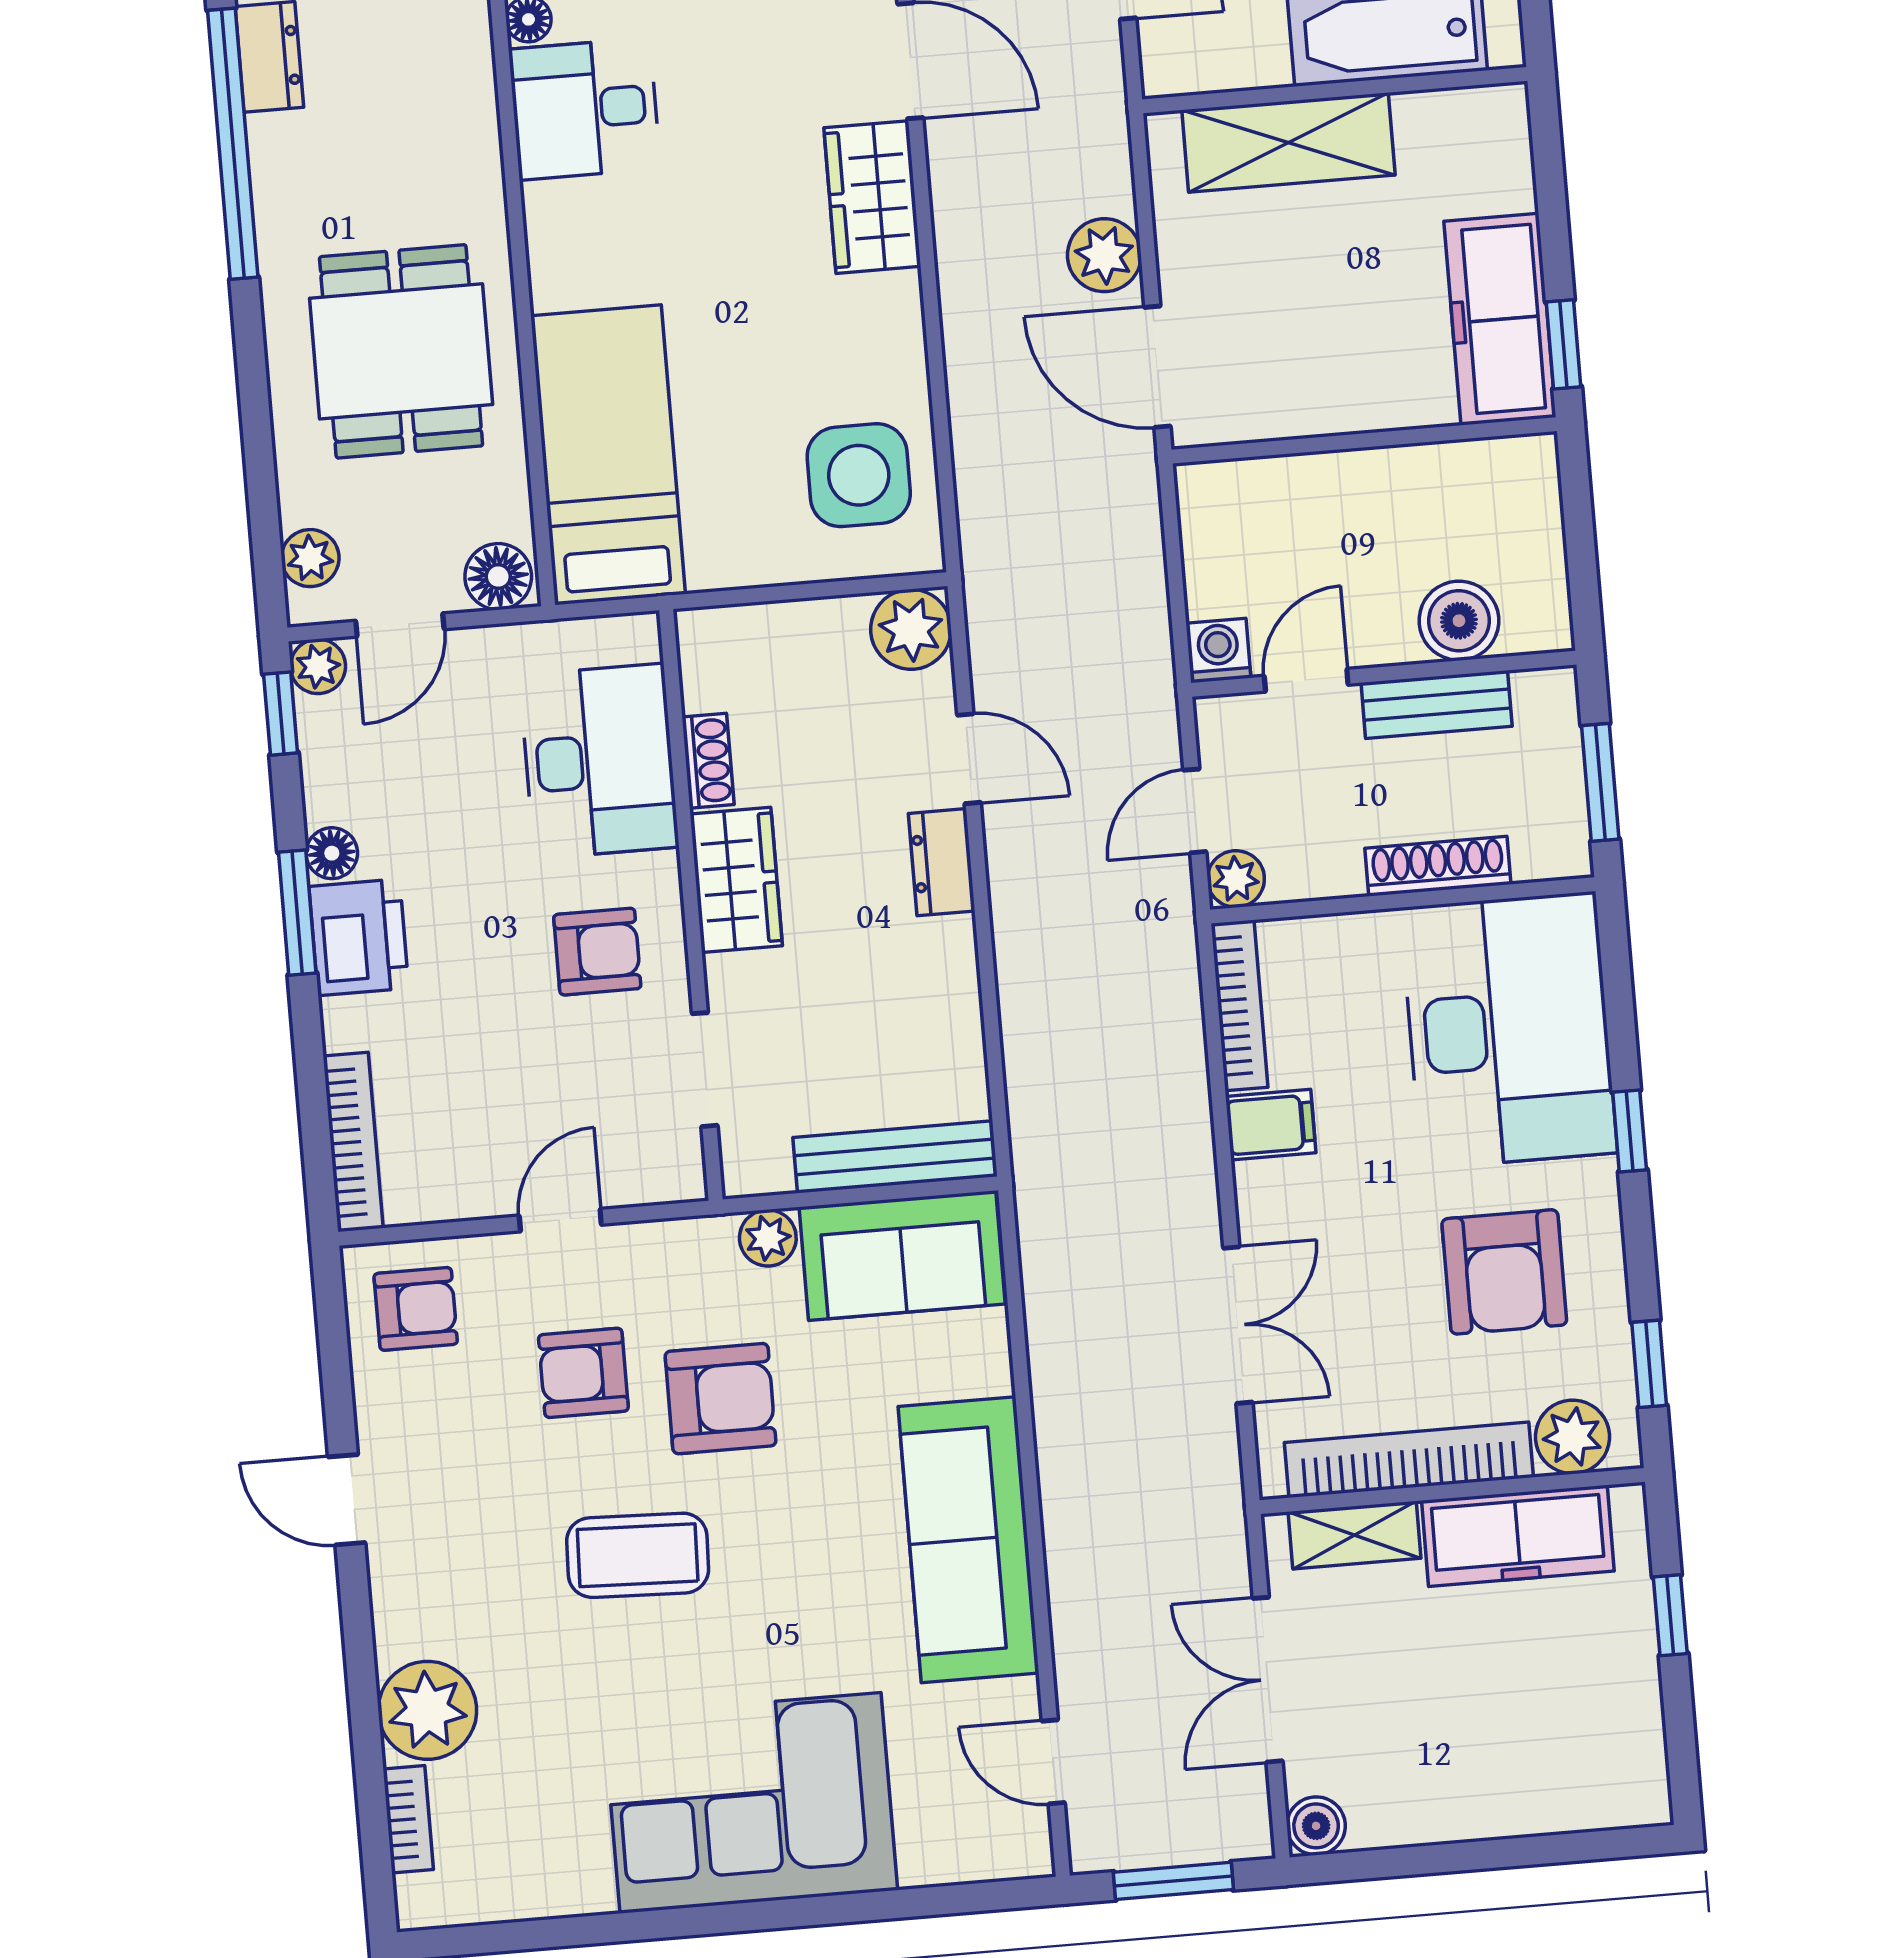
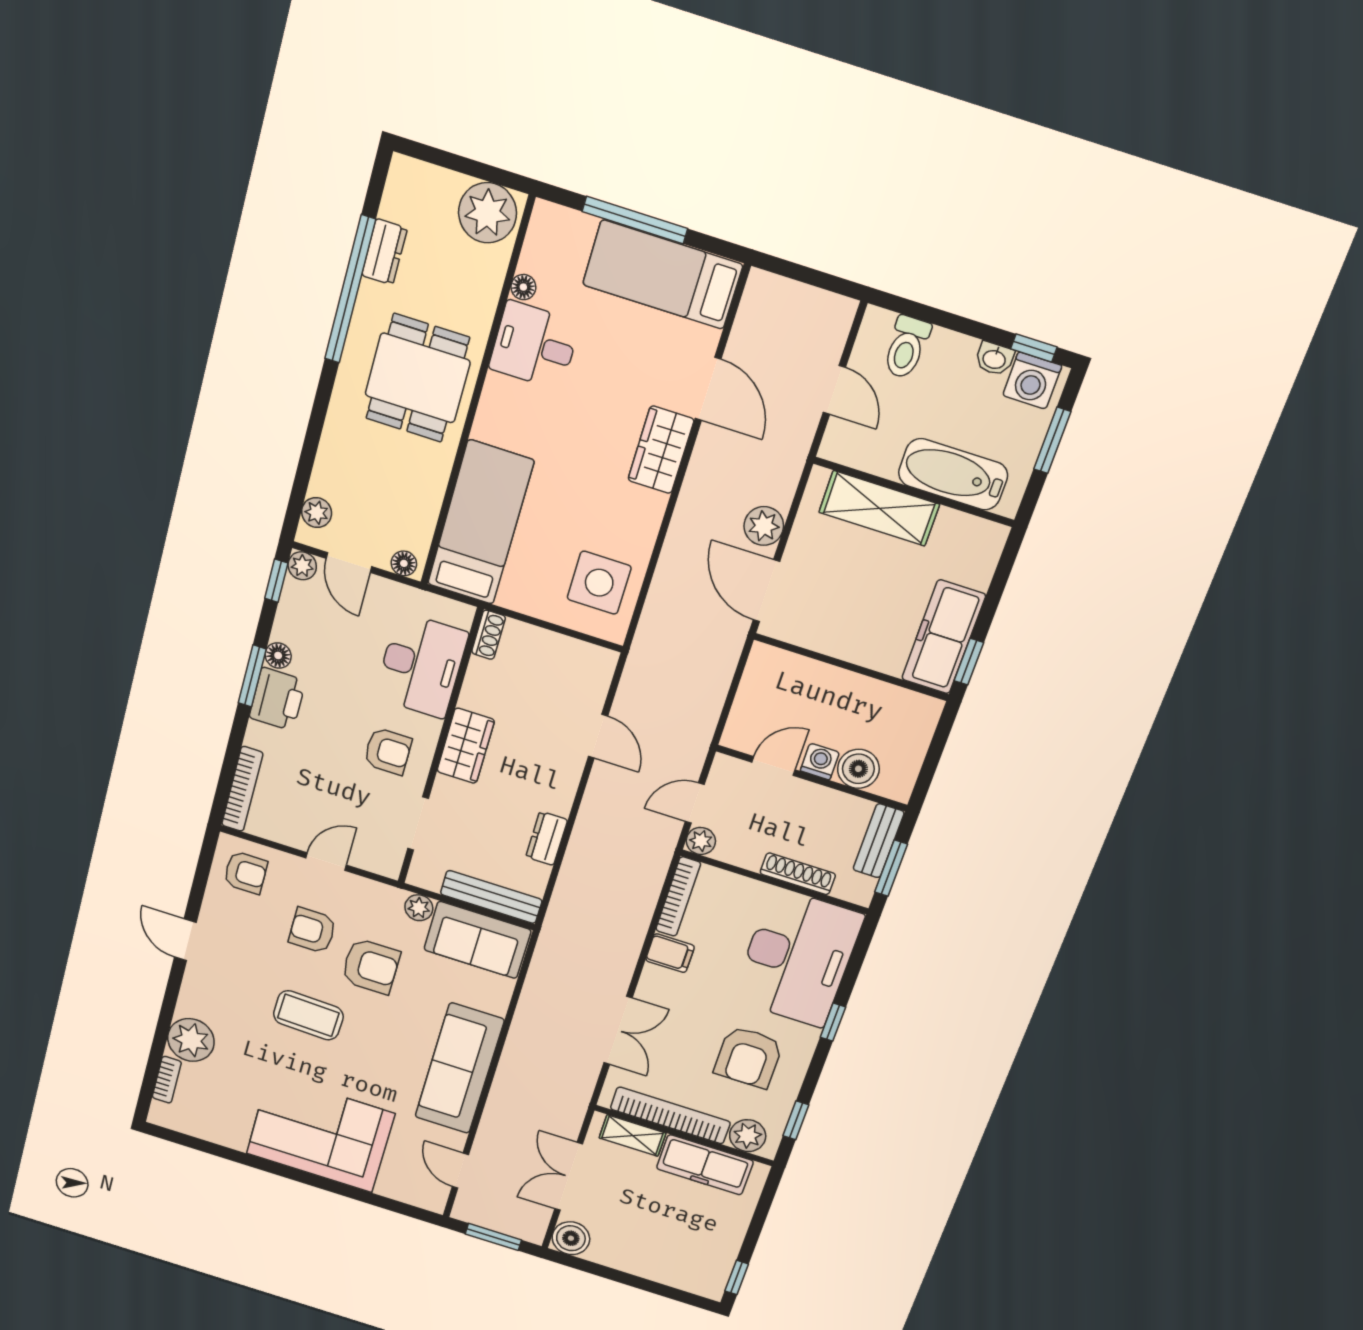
dining table: (401, 351) -> (418, 378), moved
floor lamp: (498, 577) -> (404, 563), width x0.73, depth x0.73
door: (400, 625) -> (349, 562), hinge flipped
plant: (911, 629) -> (595, 665), removed
washing machine: (1218, 651) -> (820, 762), moved
bench: (1437, 704) -> (879, 841), moved, turned 90
shoe rack: (708, 761) -> (489, 635), moved
dresser: (942, 862) -> (547, 838), moved
window: (1670, 1615) -> (737, 1277), moved
boiler: (1316, 1826) -> (571, 1238), width x1.36, depth x1.36

